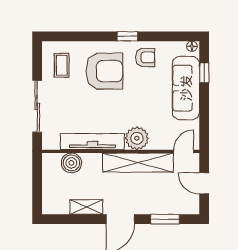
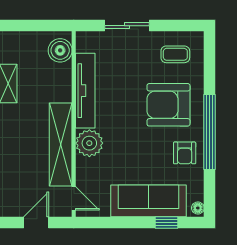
window: (127, 36) -> (210, 132), width x3.17
armchair: (104, 71) -> (168, 105), turned 90
sliding door: (37, 106) -> (127, 26), width x0.73
boiler: (71, 163) -> (60, 50), moved

